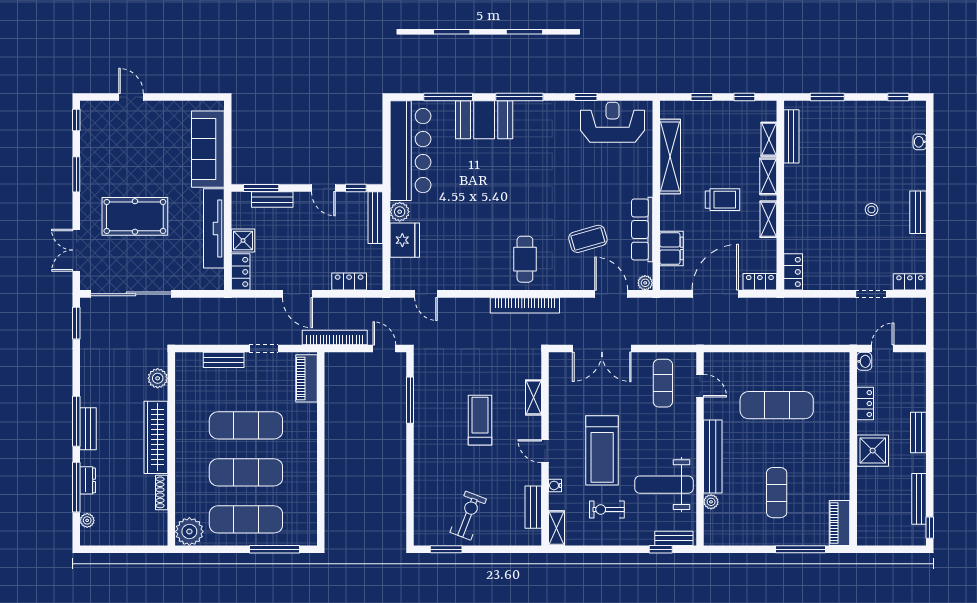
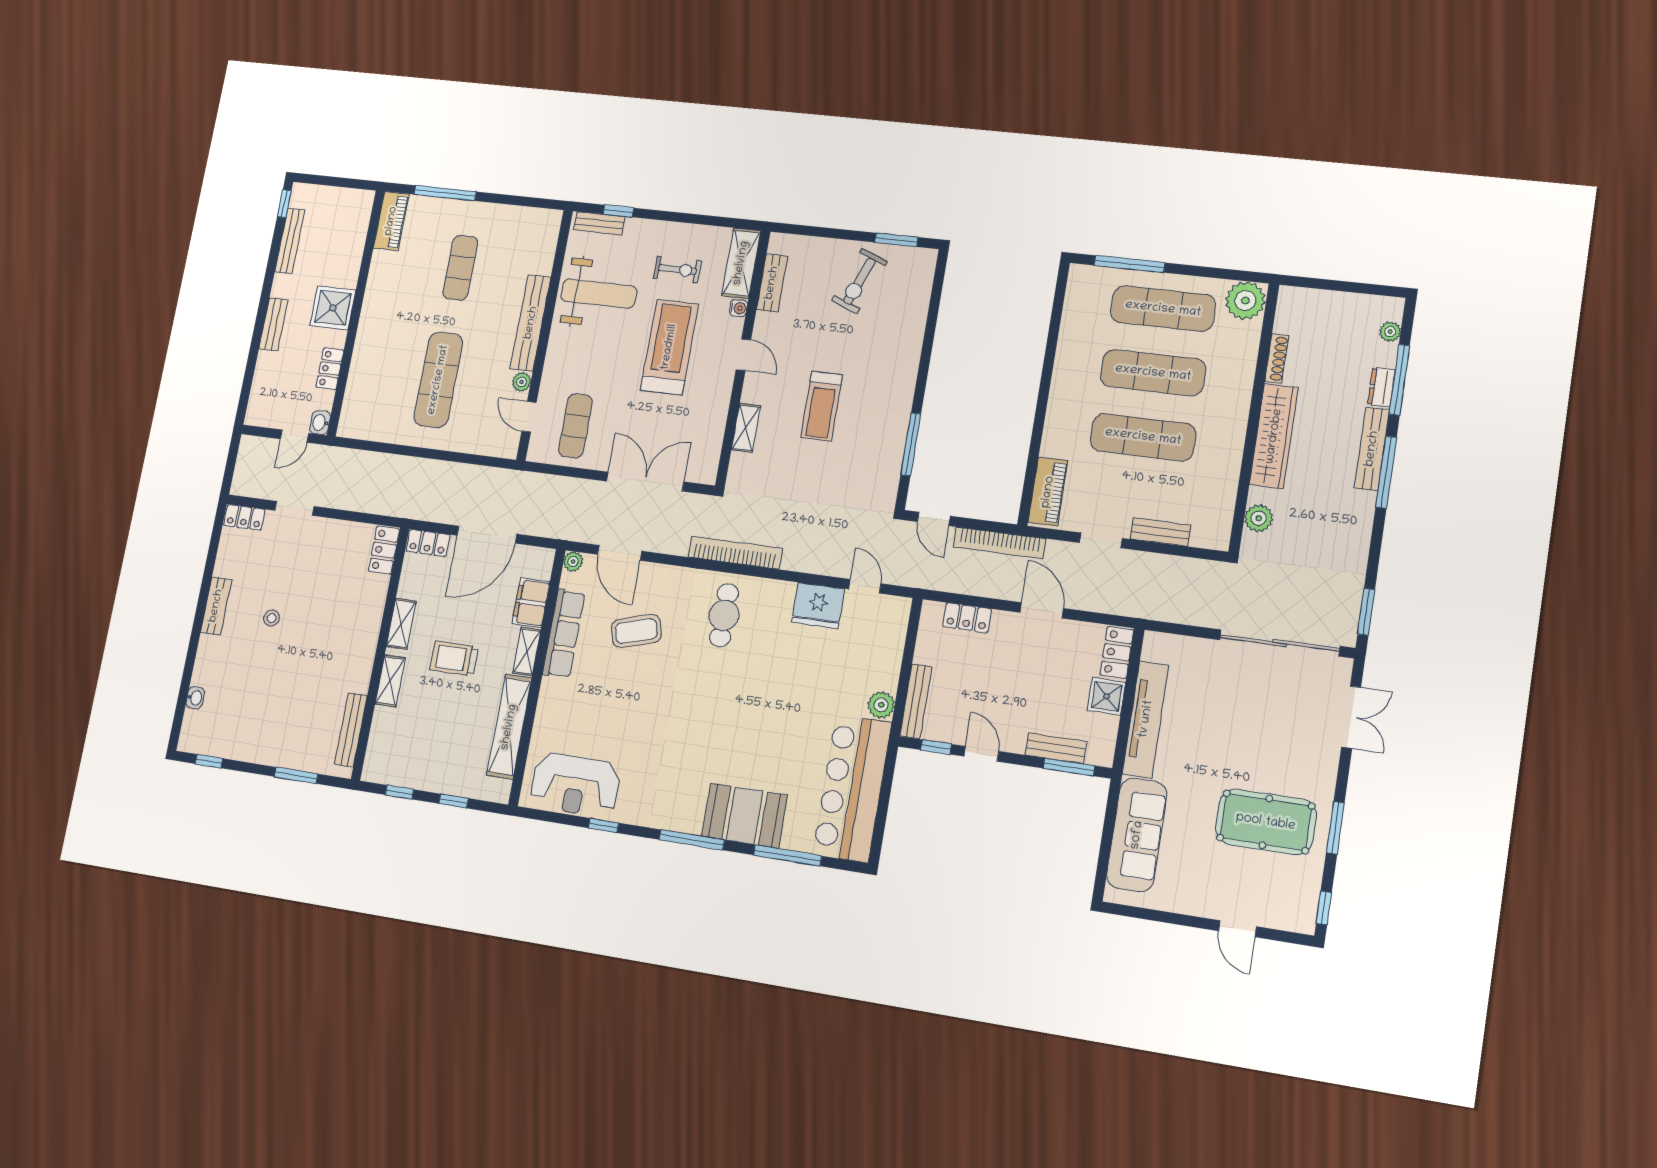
shelving: (769, 139) -> (527, 651), moved
pool table: (135, 216) -> (1266, 822), moved
fridge: (405, 240) -> (818, 606), moved, turned -90
exercise mat: (777, 405) -> (438, 380), turned 90
bench: (88, 429) -> (1372, 449), width x1.36
plant: (711, 502) -> (522, 382), moved
shelving: (557, 528) -> (741, 263), width x1.50, depth x1.33

